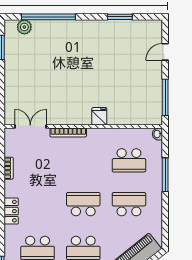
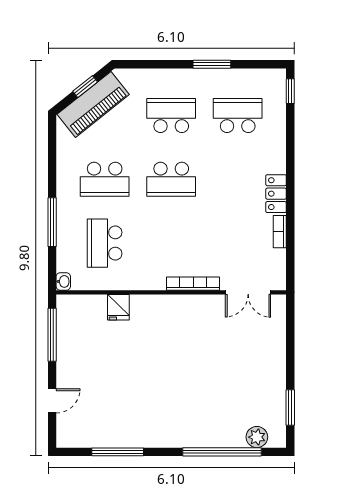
window: (120, 17) -> (118, 452), width x1.44
fridge: (99, 116) -> (118, 307), moved
school desk: (129, 160) -> (105, 243), turned -90
locker: (11, 211) -> (276, 194), moved

